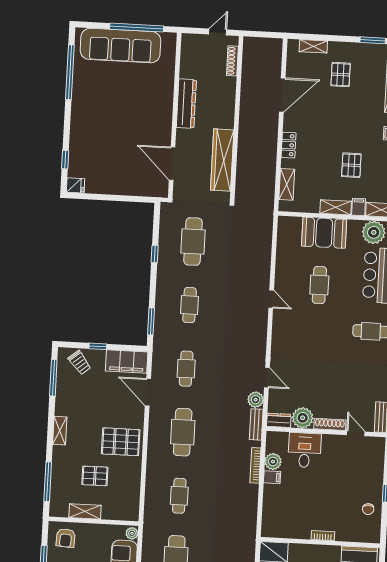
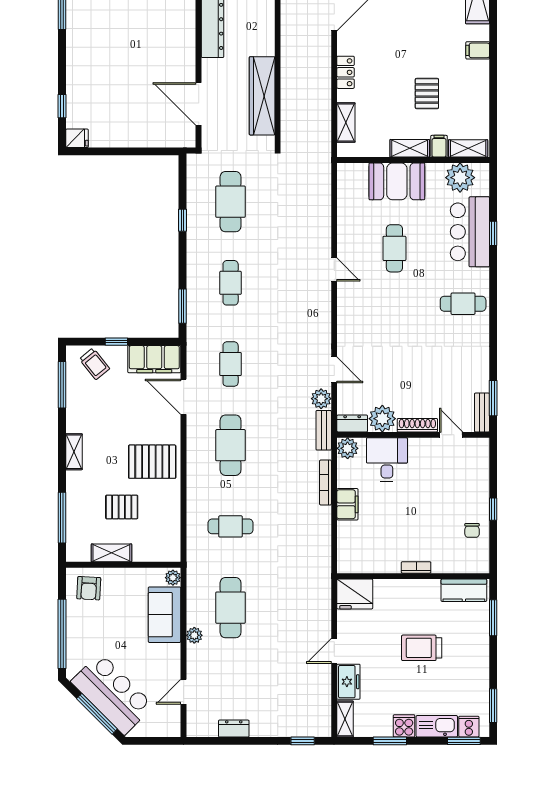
plant: (273, 462) -> (348, 448), moved
filing cabinet: (272, 477) -> (347, 504), width x2.00
cafe table: (179, 496) -> (231, 526), turned 90

